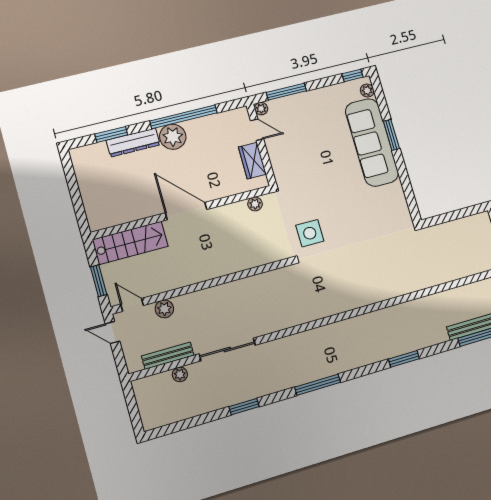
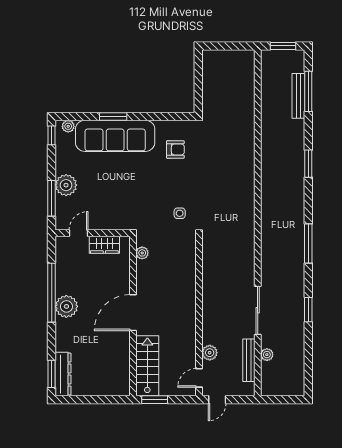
plant: (261, 109) -> (66, 185), moved, width x1.88, depth x1.88
window: (111, 134) -> (52, 374), moved
dresser: (133, 142) -> (63, 374), moved
armchair: (376, 210) -> (175, 149), added
side table: (310, 233) -> (180, 213), width x0.54, depth x0.54
window: (99, 281) -> (155, 400), moved

